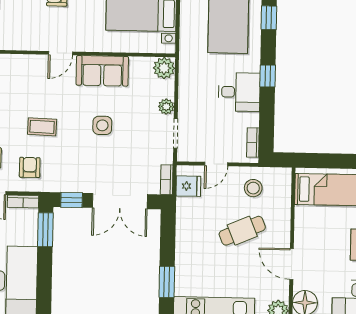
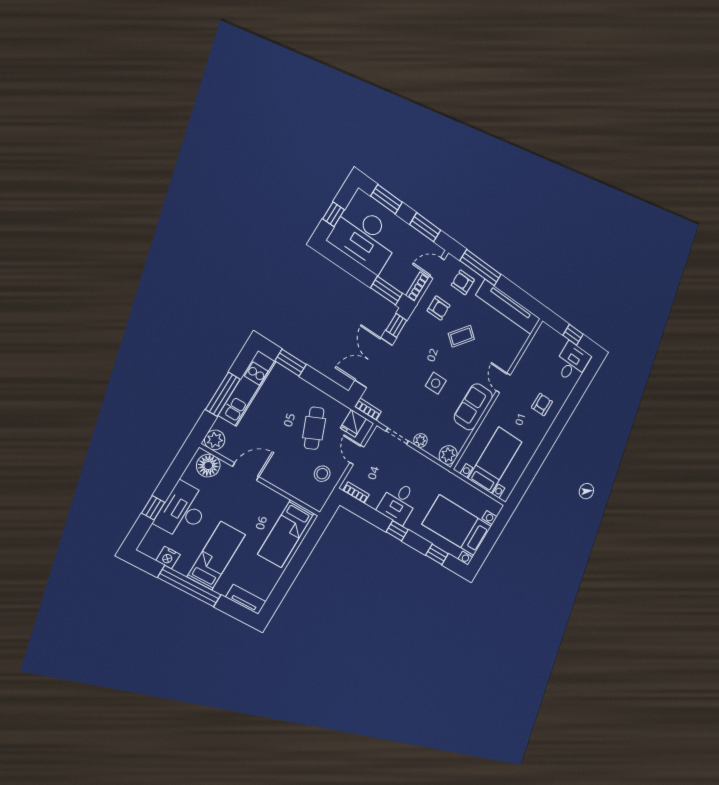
coffee table: (42, 127) -> (461, 336), turned 37
cafe table: (242, 231) -> (314, 428), moved

